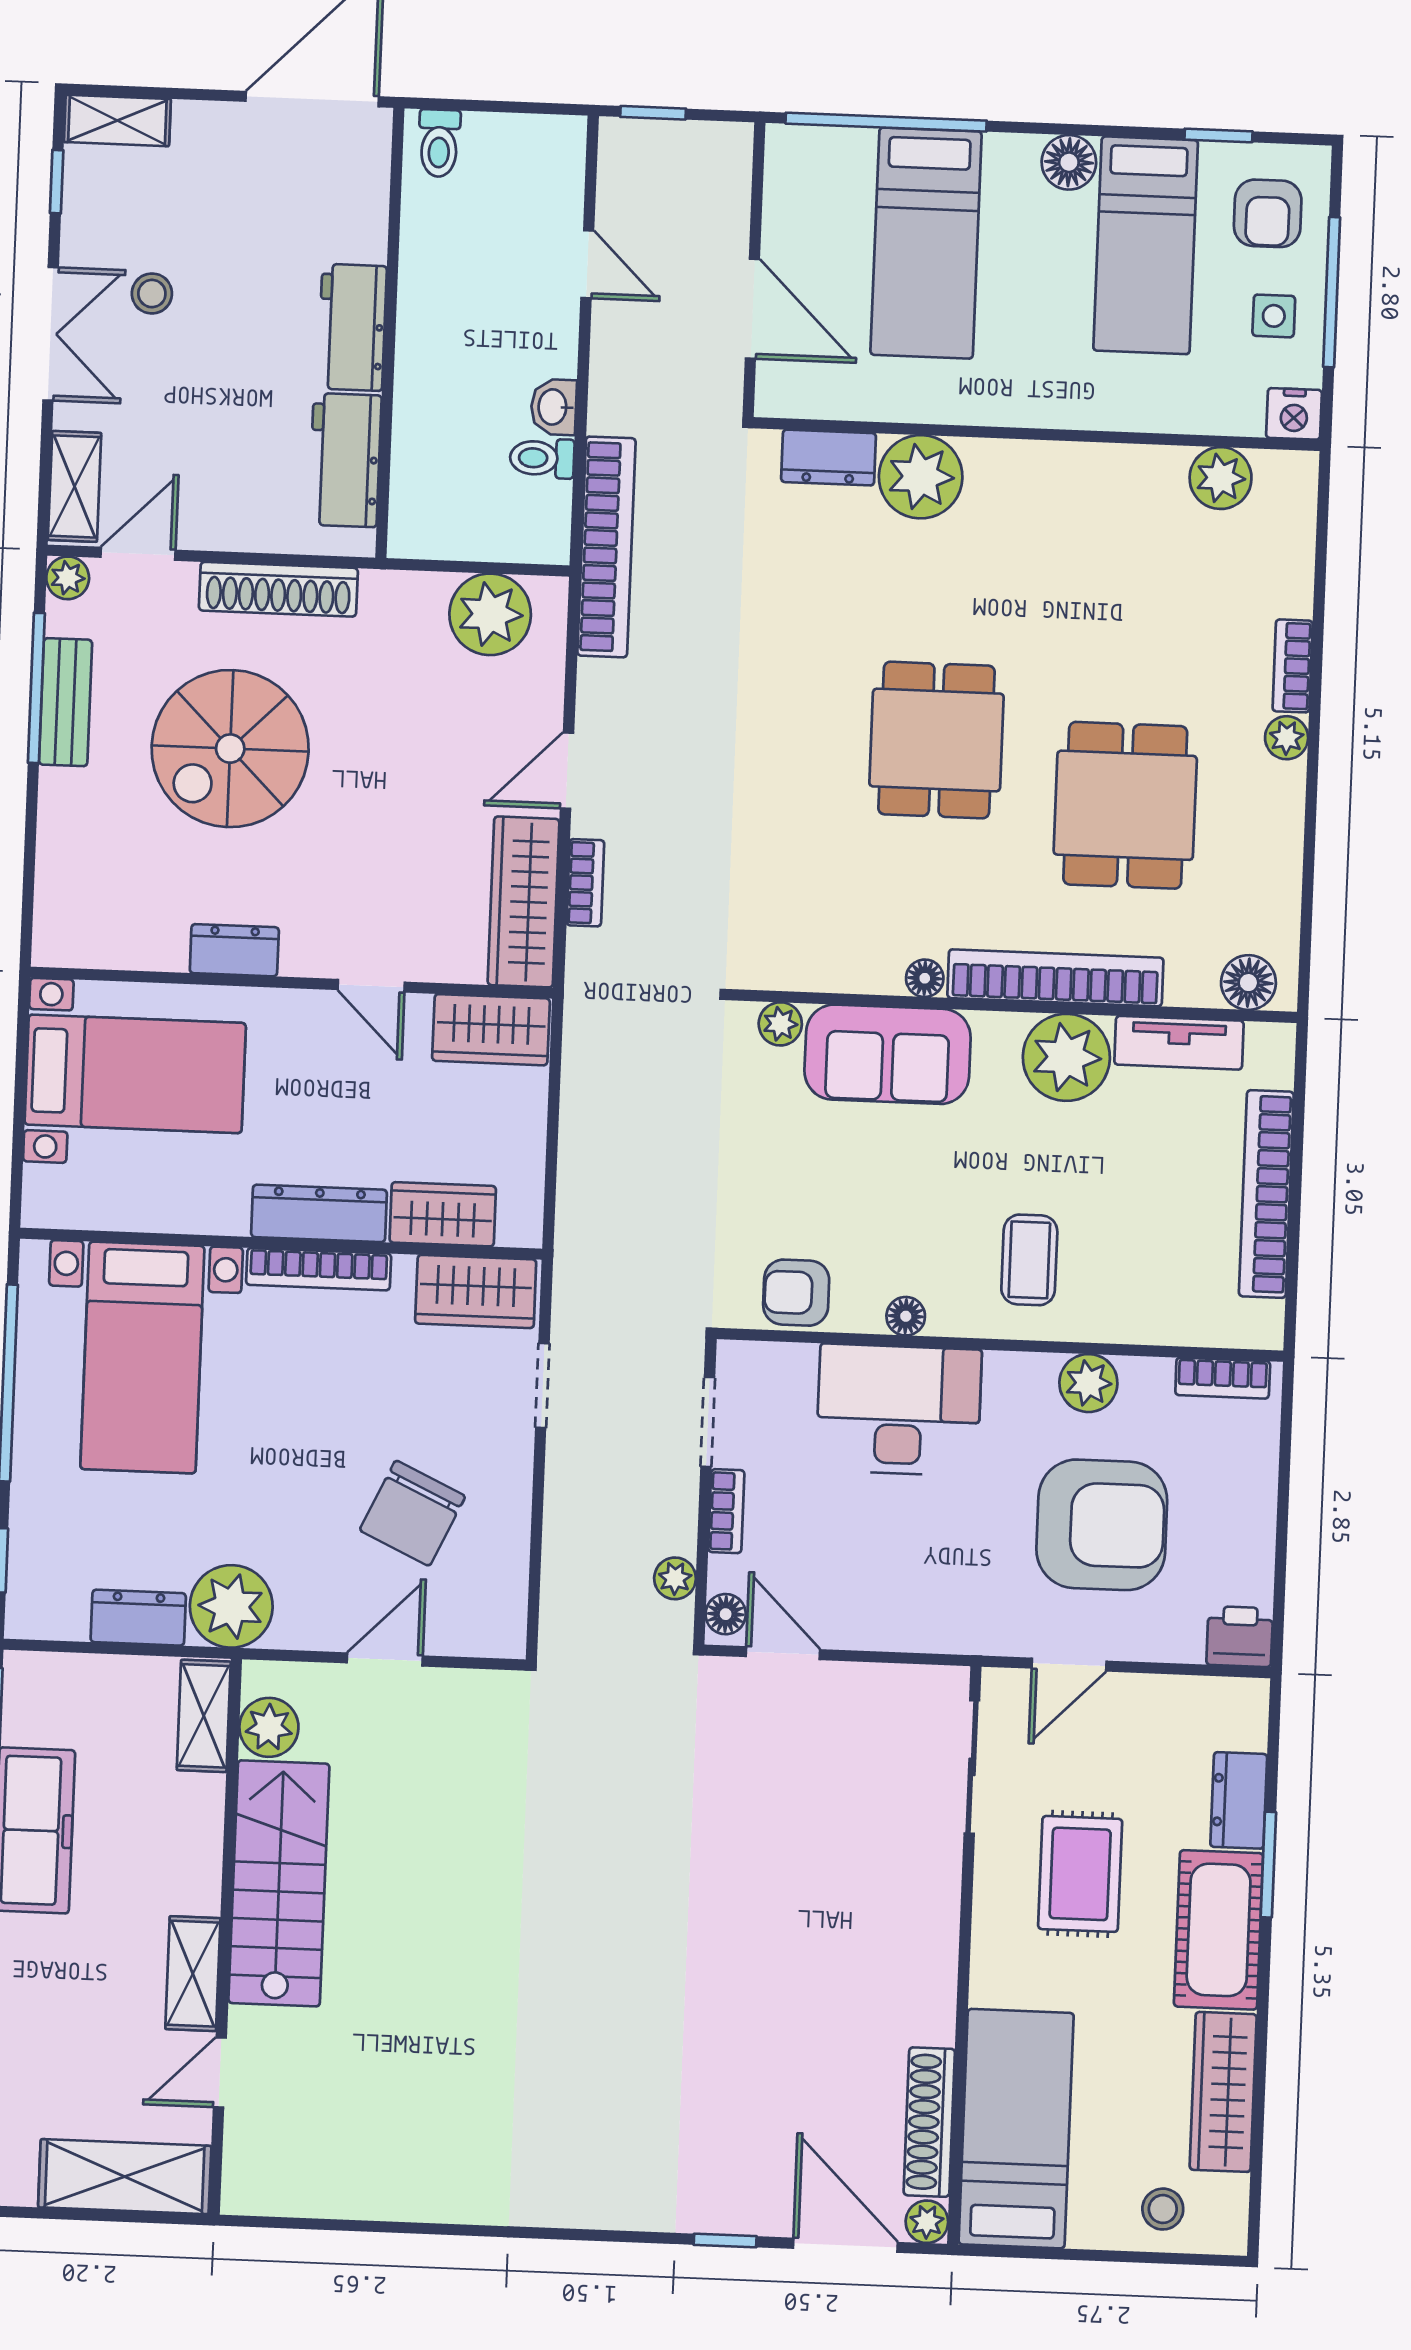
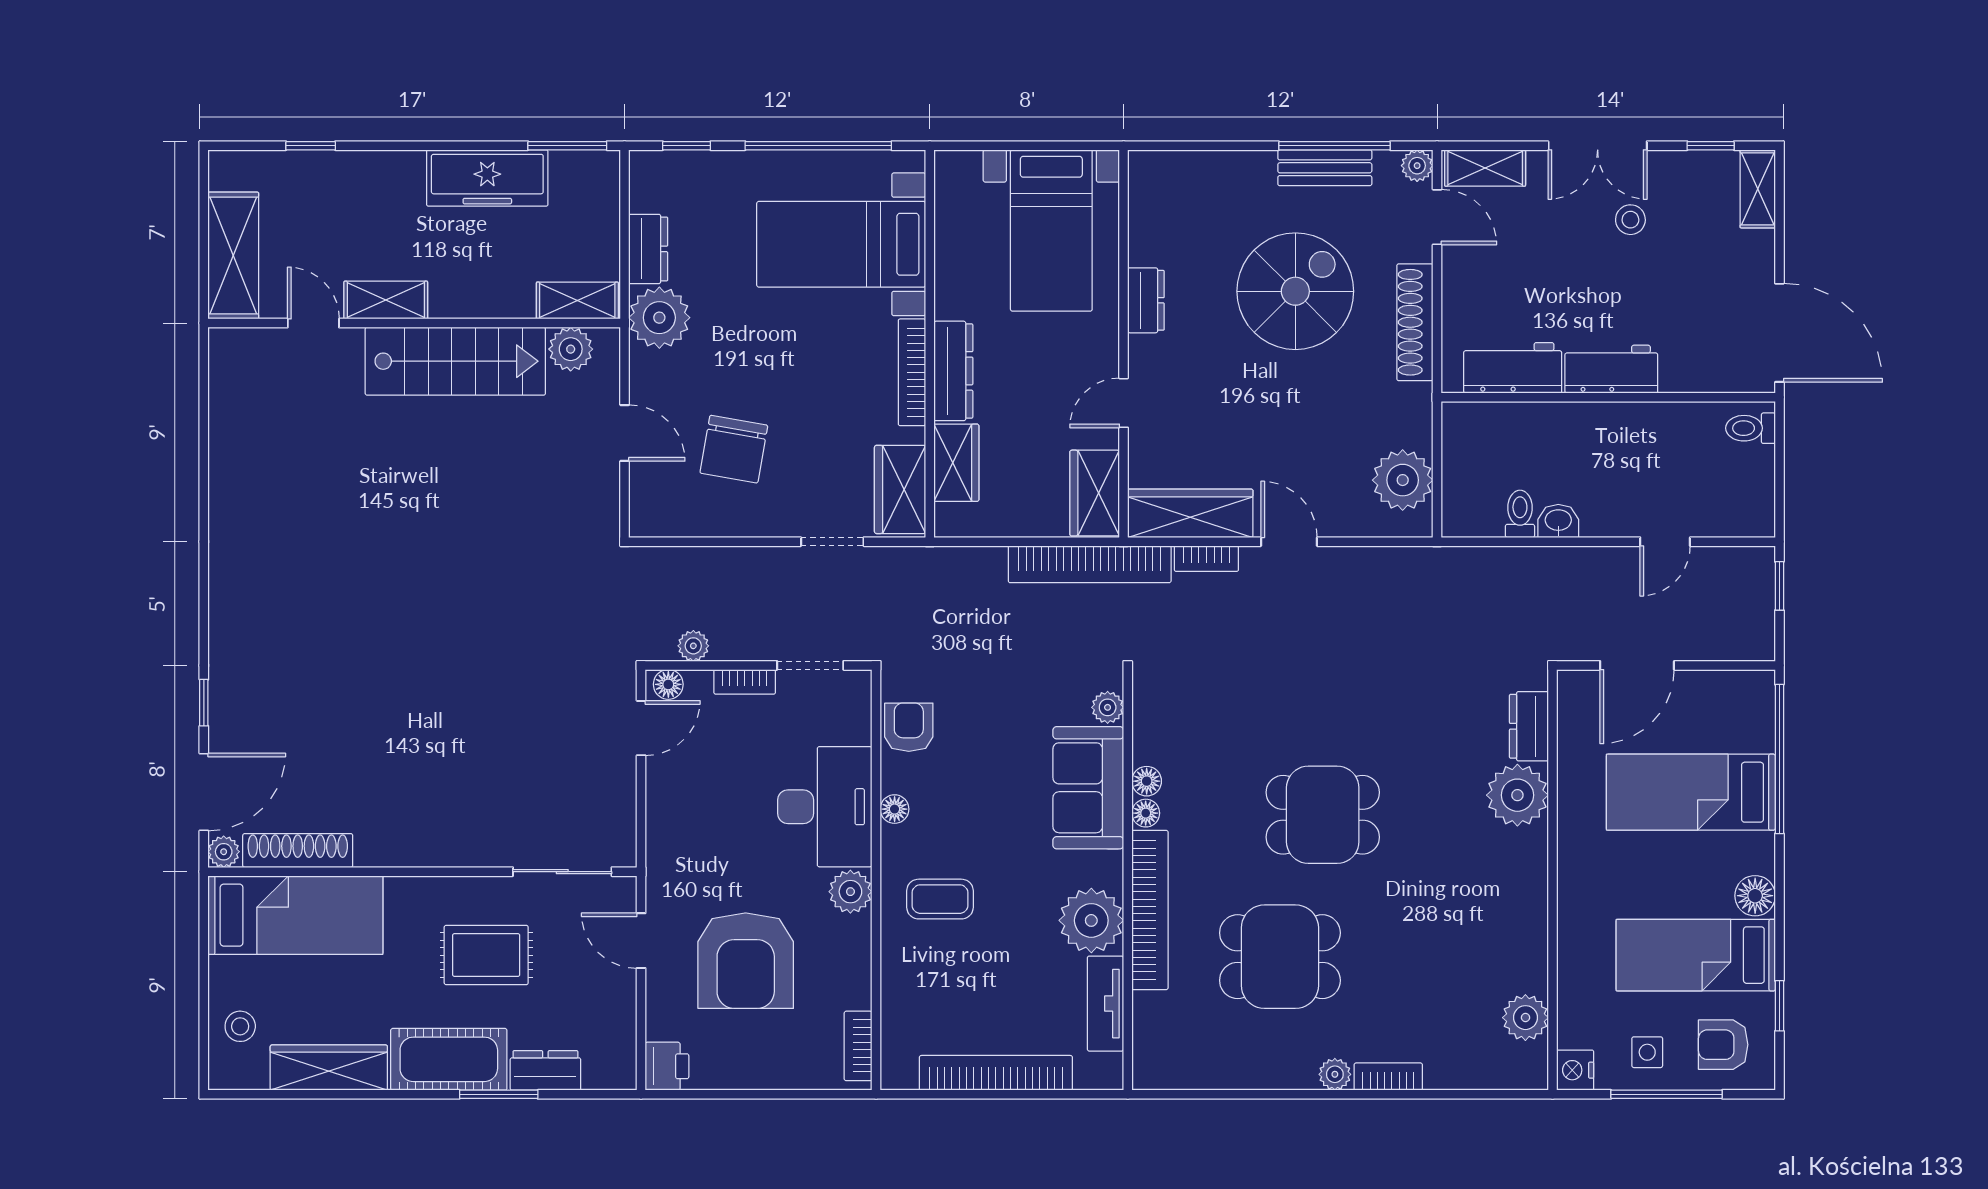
bookcase: (606, 547) -> (1090, 564), moved
spiral stairs: (230, 749) -> (1295, 291), turned 90
floor lamp: (1248, 983) -> (1147, 781), moved, width x0.73, depth x0.73
plant: (1088, 1383) -> (850, 892), moved
chair: (412, 1513) -> (734, 449), turned -105

